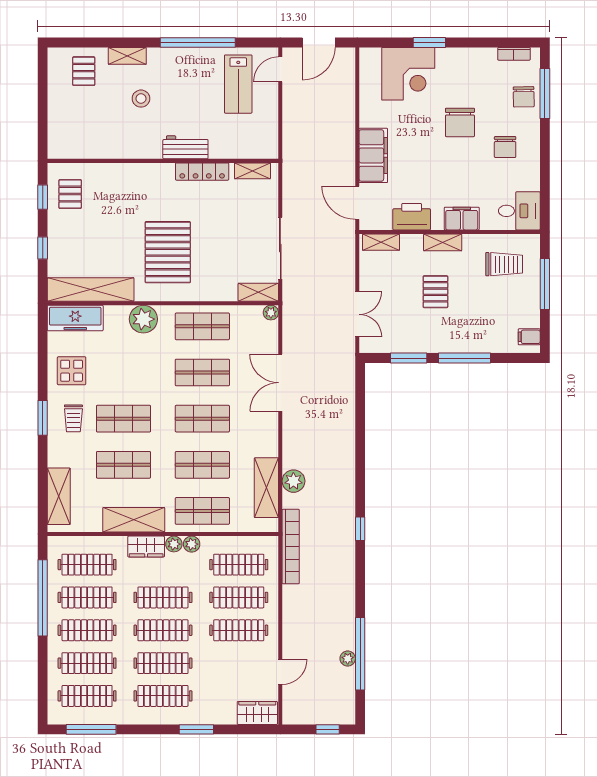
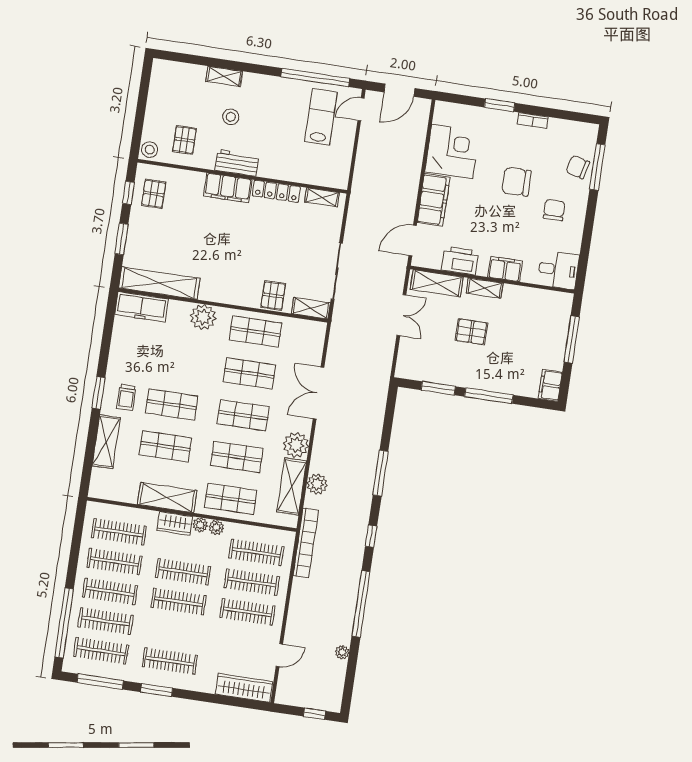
window: (198, 43) -> (315, 78), moved
bookcase: (514, 54) -> (533, 121), moved
pallet: (84, 71) -> (185, 140), moved
corner desk: (408, 74) -> (452, 151), moved, turned -90
lab bench: (238, 84) -> (321, 117), turned 180
chair: (524, 97) -> (578, 167), turned 105
chair: (460, 122) -> (517, 182), turned 90
stool: (59, 147) -> (150, 150), added
workbench: (185, 147) -> (237, 163), moved
chair: (505, 147) -> (554, 210), turned 180
filing cabinet: (149, 176) -> (228, 188), added
door: (357, 203) -> (413, 241), hinge flipped
shelving: (381, 242) -> (437, 283), width x1.50, depth x1.33
window: (43, 248) -> (121, 239), width x1.50
pallet: (168, 252) -> (273, 295), moved, width x0.49, depth x0.50
trolley: (504, 264) -> (537, 316), removed
pallet: (435, 292) -> (471, 332), turned 90
plant: (271, 313) -> (296, 445), moved, width x1.88, depth x1.88
double door: (357, 314) -> (401, 315), moved
filing cabinet: (529, 337) -> (550, 385), width x2.00
display table: (72, 371) -> (131, 354), removed
window: (360, 459) -> (381, 473), added
shelving: (59, 496) -> (106, 442), moved
window: (43, 598) -> (64, 623), moved
window: (360, 654) -> (361, 604), moved
clothes rail: (163, 663) -> (174, 631), removed
wardrobe: (257, 713) -> (244, 688), width x1.50
window: (196, 729) -> (157, 690), moved

